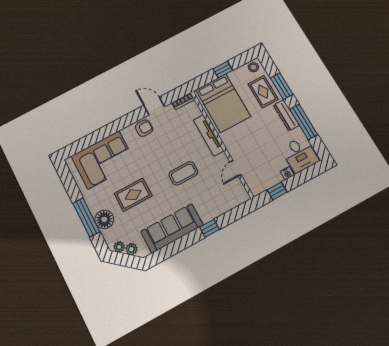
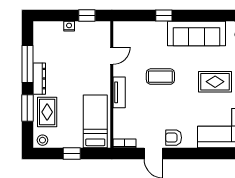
bed: (223, 103) -> (95, 121), width x0.67
tv unit: (209, 135) -> (119, 92), width x0.71
desk: (300, 155) -> (48, 37), removed

